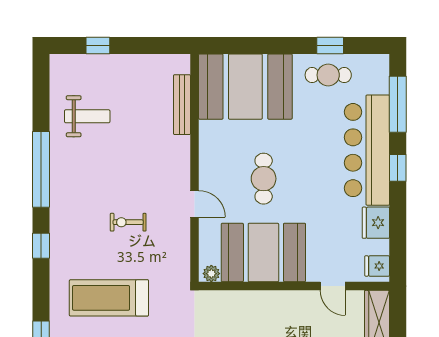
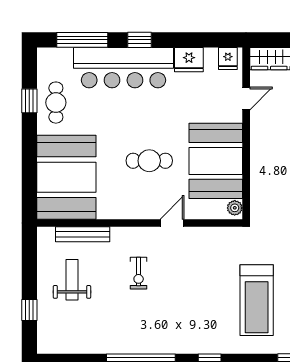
weight bench: (87, 116) -> (72, 280), moved
exercise bike: (128, 222) -> (139, 273), moved

